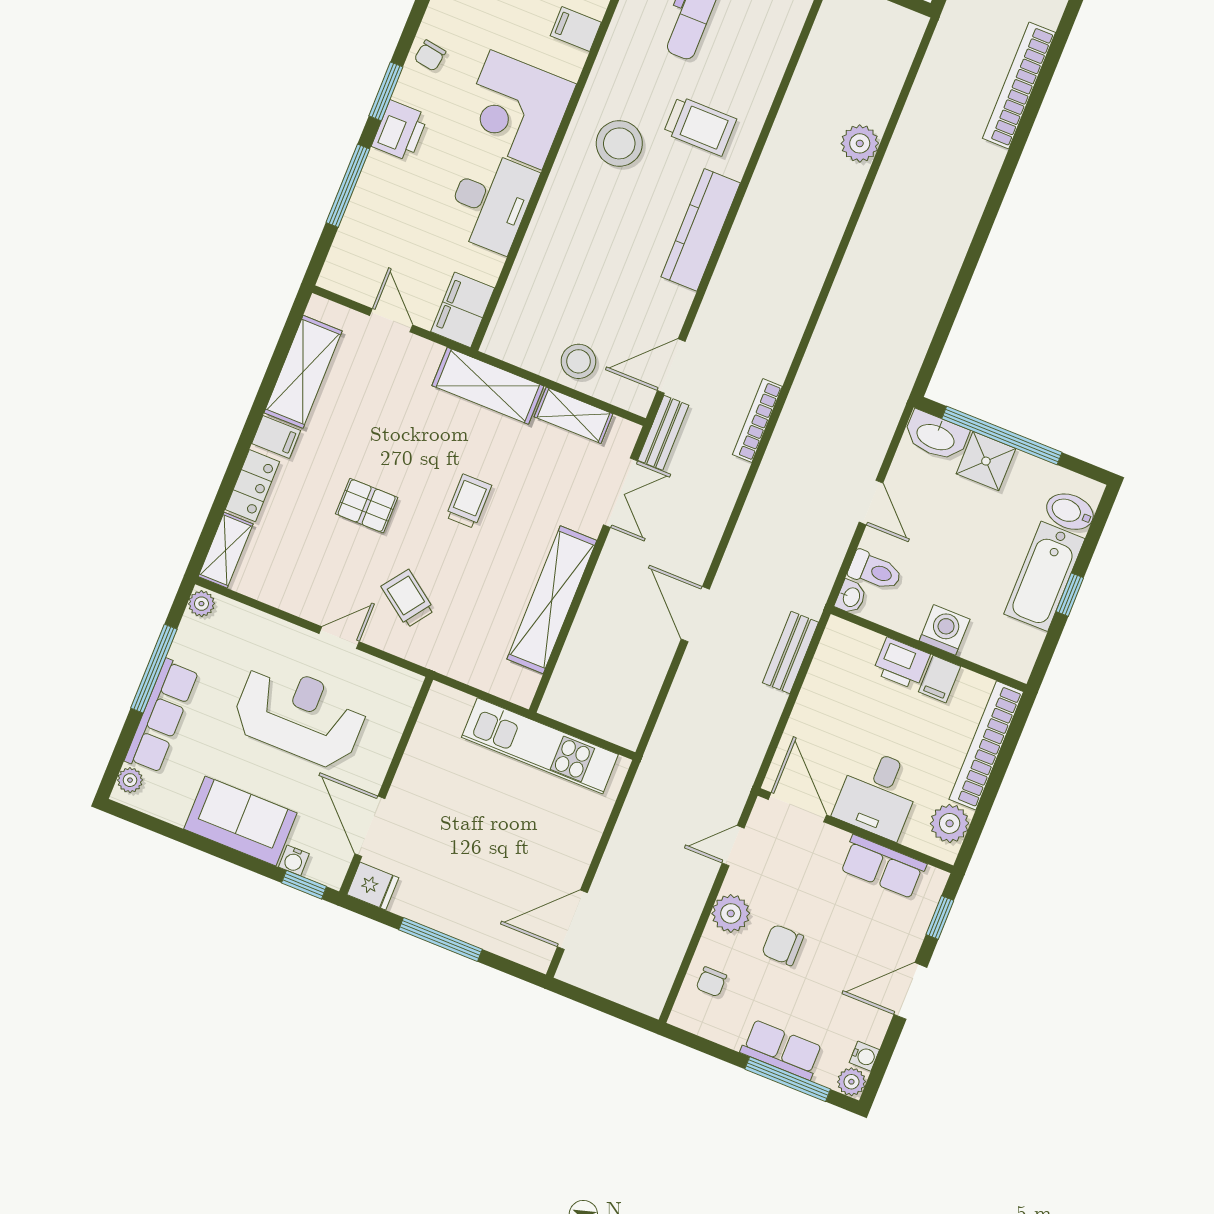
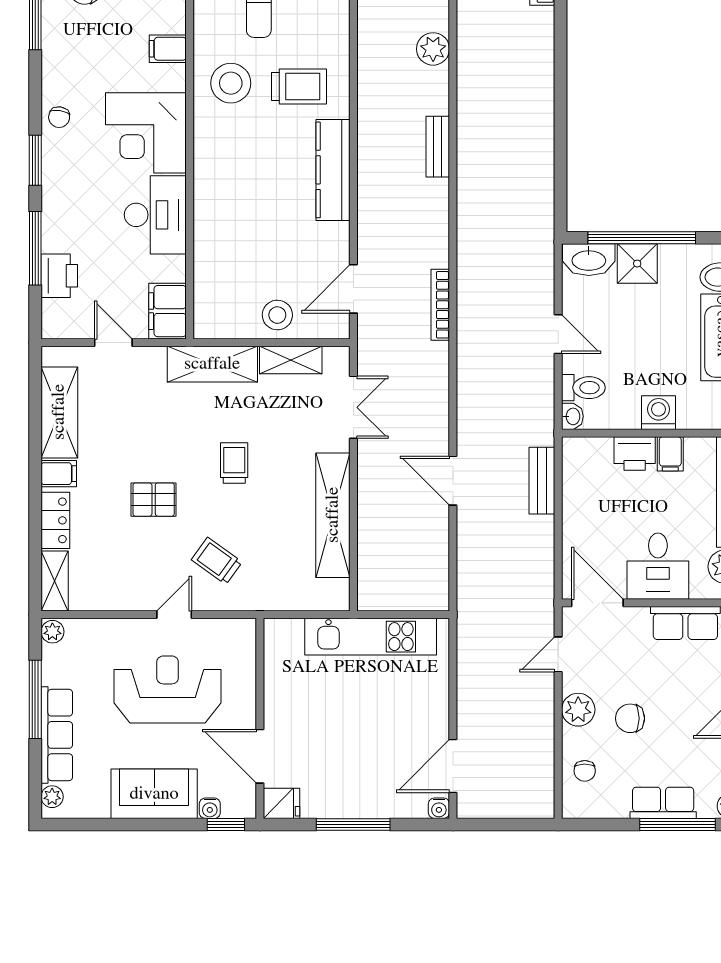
printer: (400, 131) -> (59, 276), moved
stool: (619, 143) -> (231, 83), moved
bench: (663, 433) -> (438, 147), moved
water cooler: (539, 959) -> (439, 808), added

